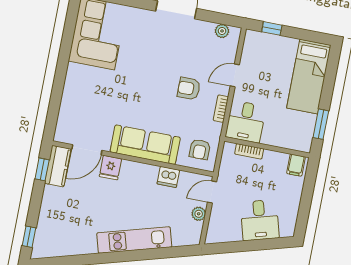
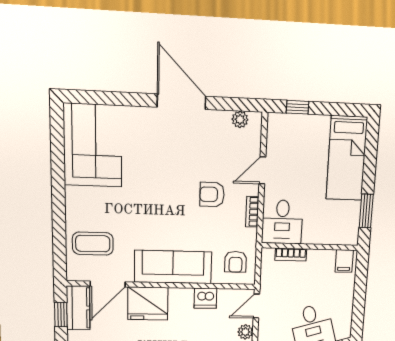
coffee table: (81, 113) -> (93, 244), added
fridge: (110, 168) -> (148, 303), width x1.88, depth x1.34

